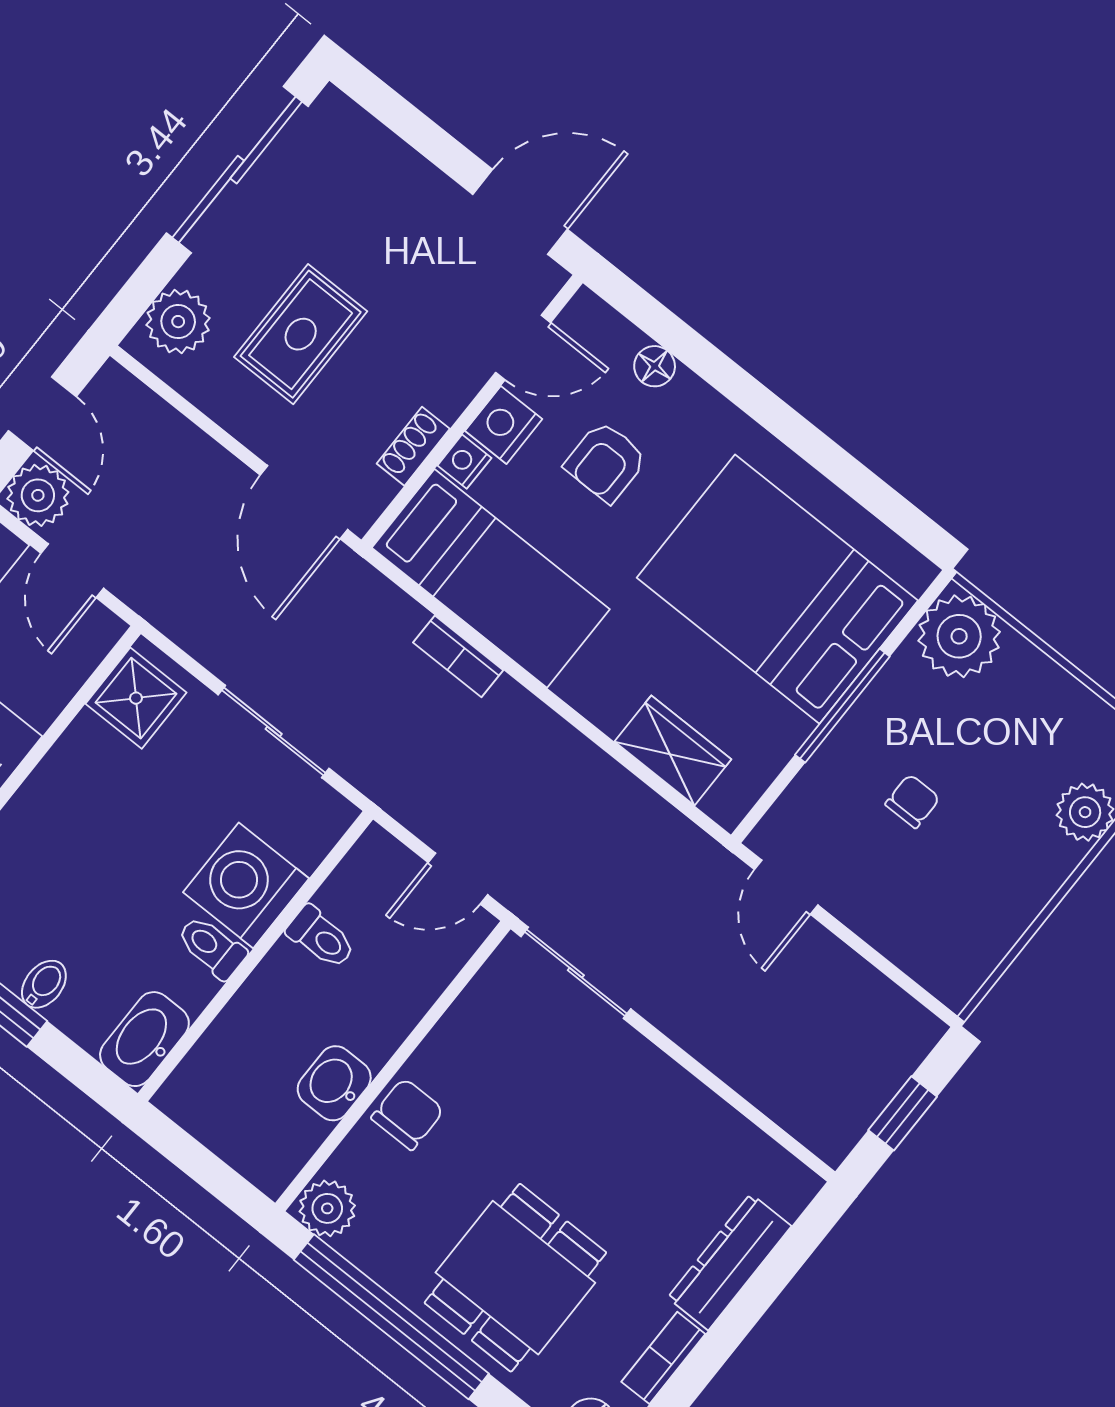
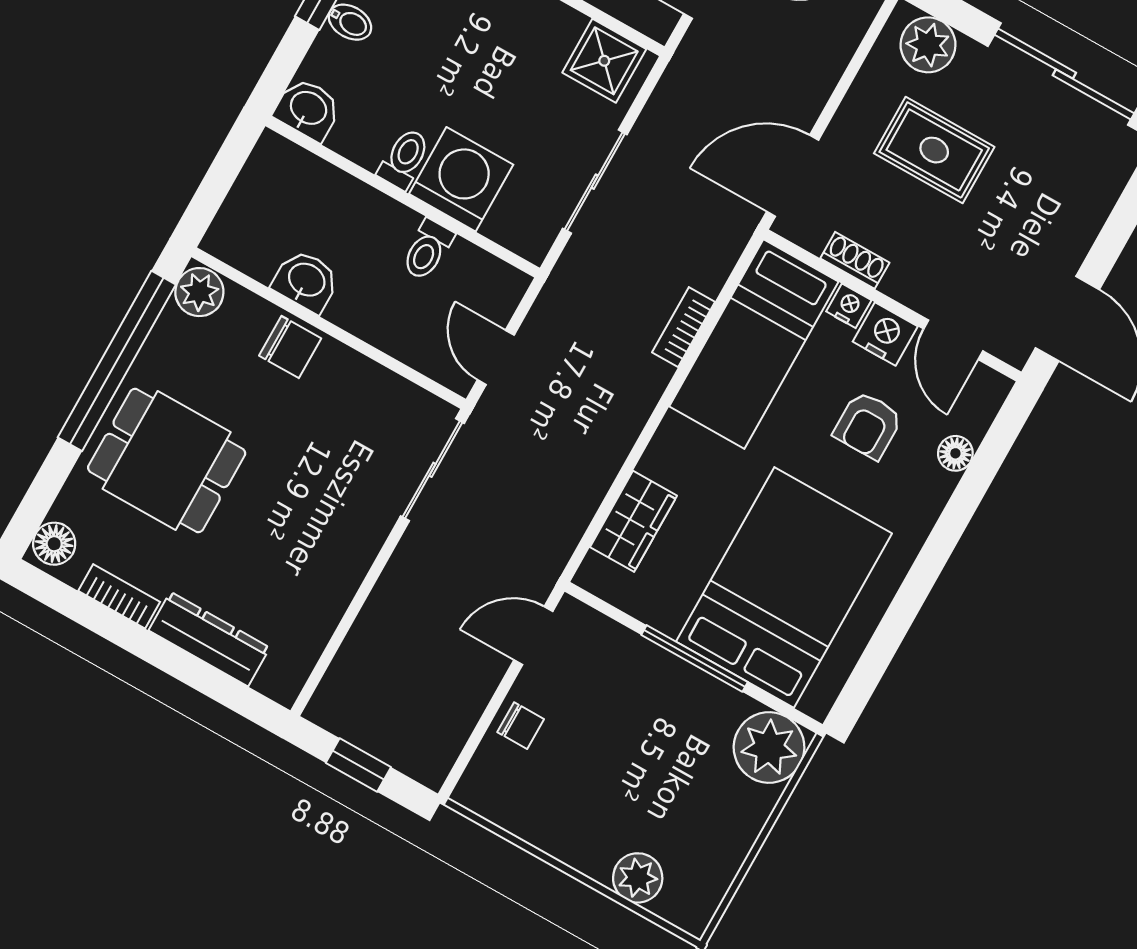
armchair: (606, 462) -> (868, 425), turned -90
chair: (913, 801) -> (521, 726), moved
washbasin: (144, 1039) -> (308, 109), width x0.72

